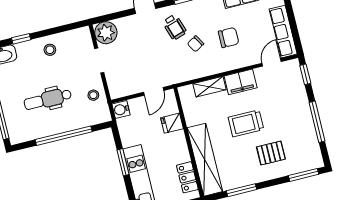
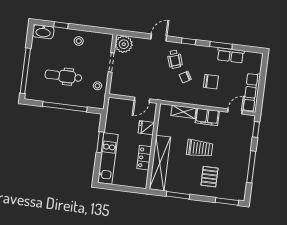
water cooler: (121, 109) -> (113, 104), removed
trolley: (246, 123) -> (200, 148), turned 180
pallet: (271, 153) -> (209, 177), turned 90
locker: (187, 177) -> (144, 158), moved

